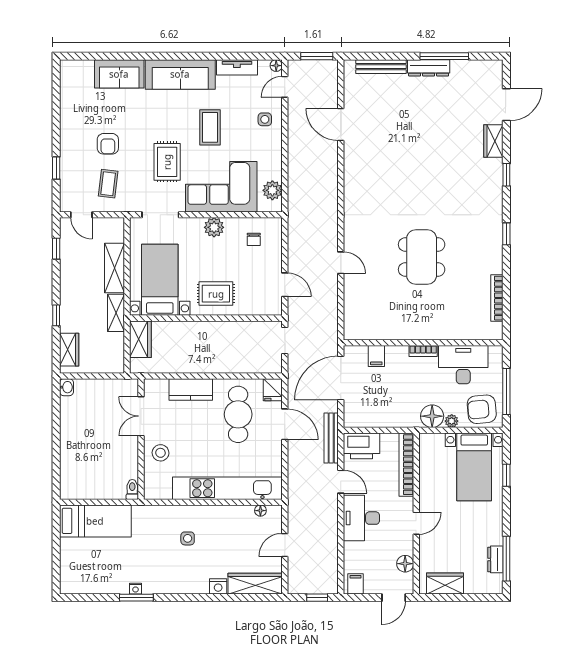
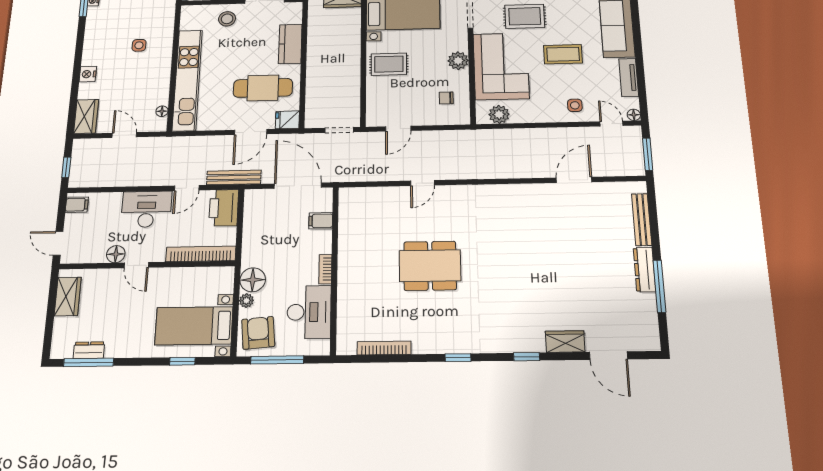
rug: (216, 294) -> (389, 64), turned 90
floor lamp: (405, 564) -> (116, 254), moved
wardrobe: (255, 584) -> (86, 116), width x0.67

